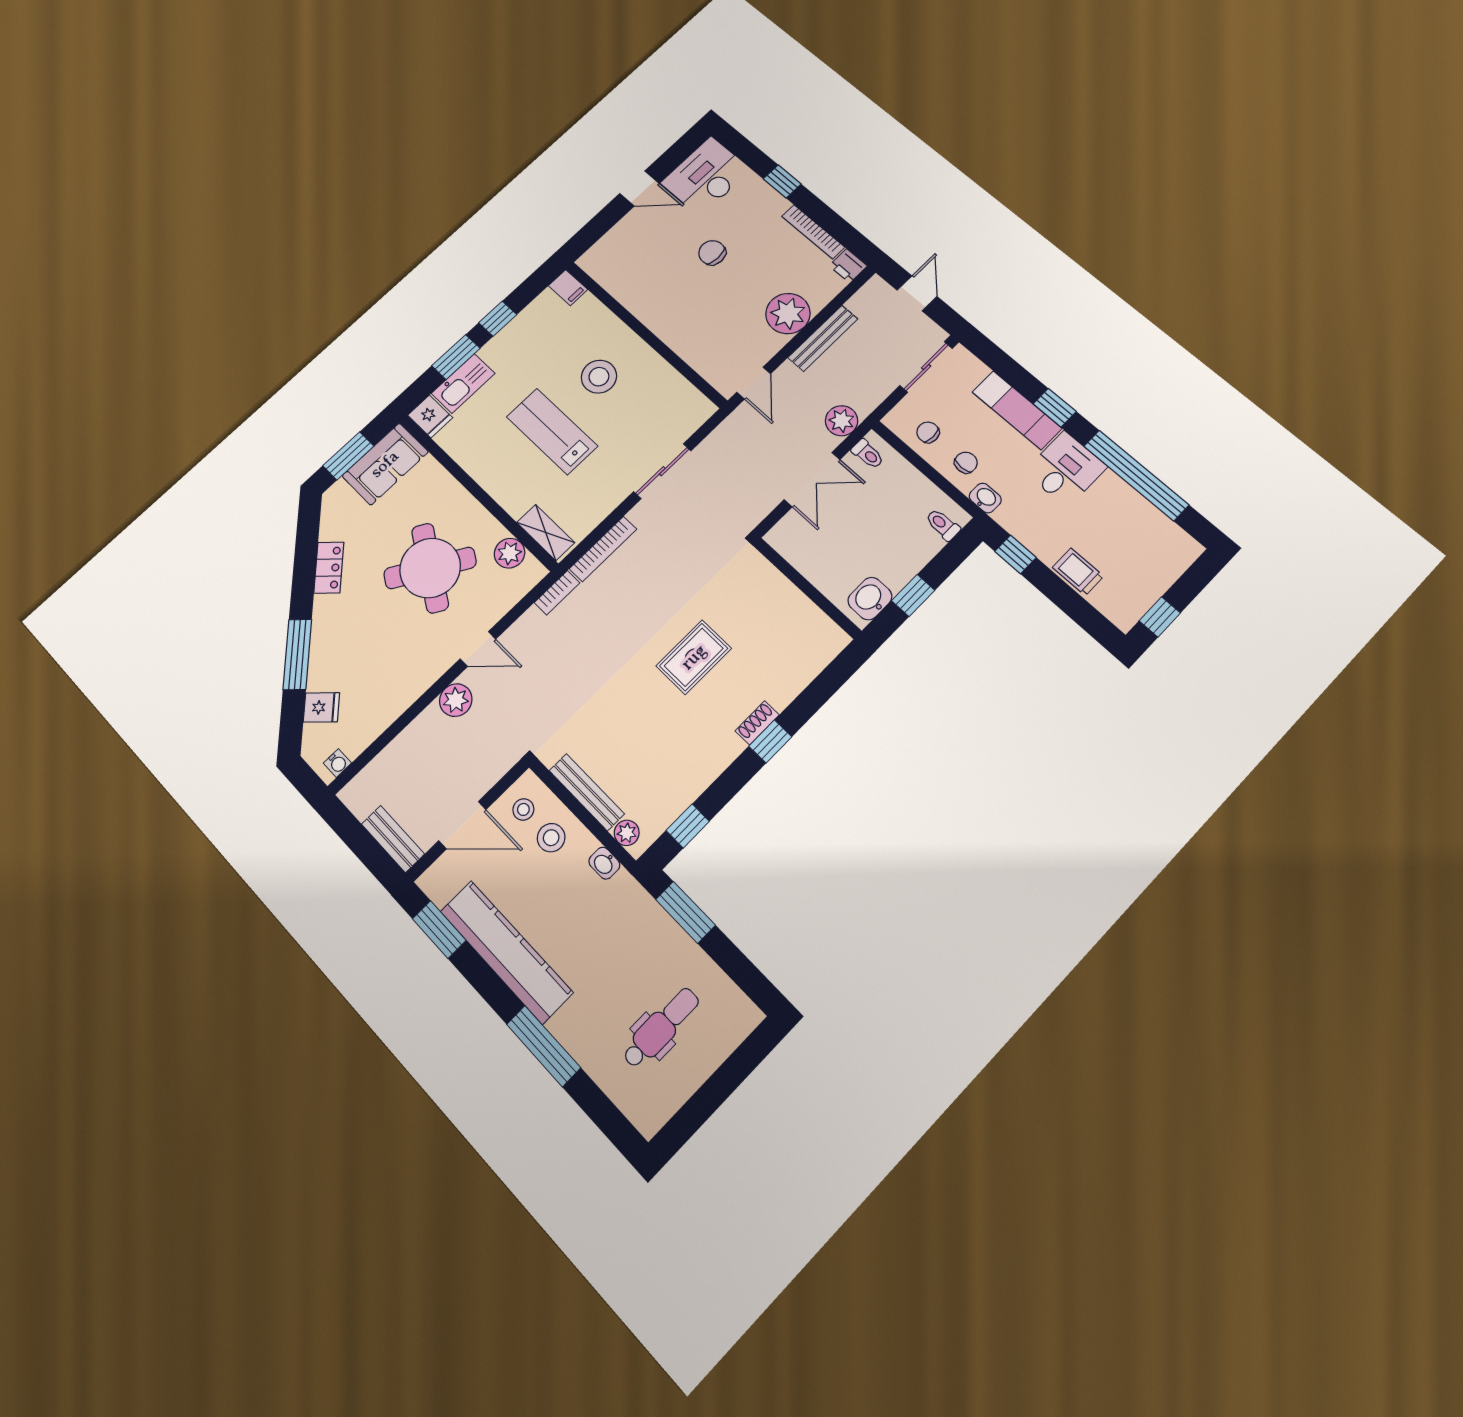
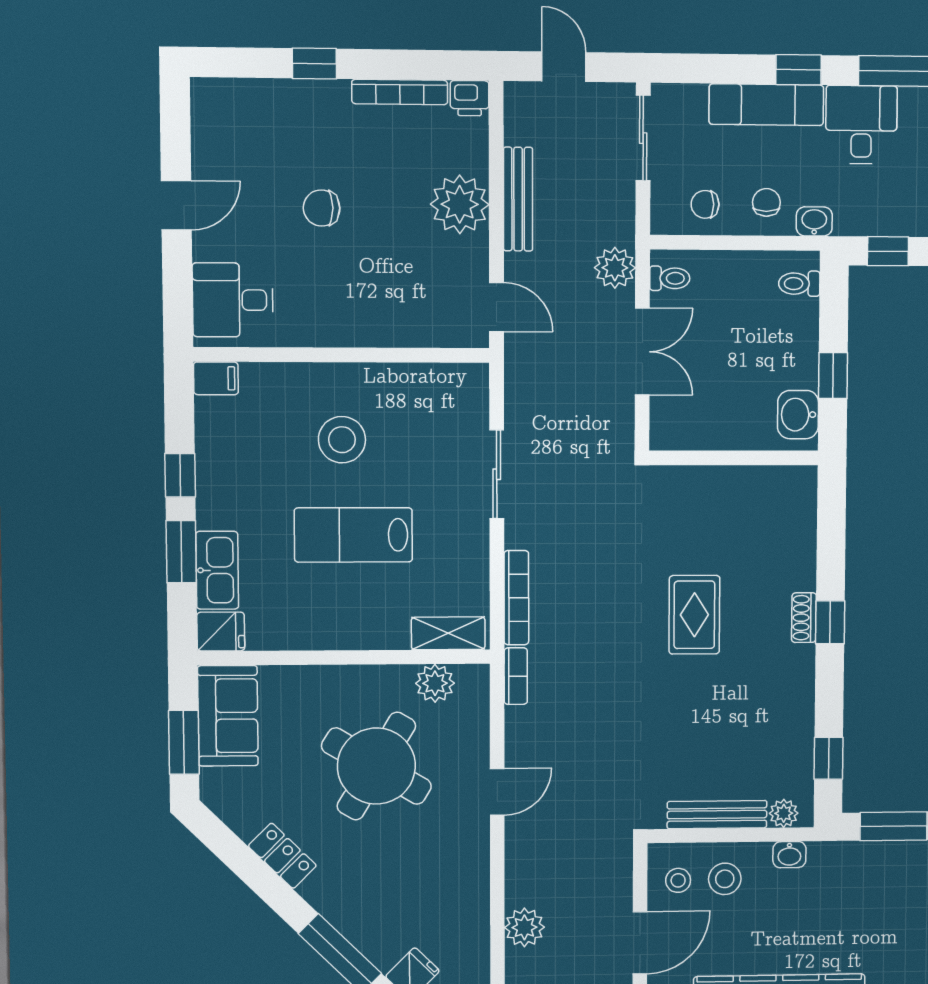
desk: (706, 176) -> (233, 300), moved, width x0.73
plant: (456, 700) -> (524, 927), moved

